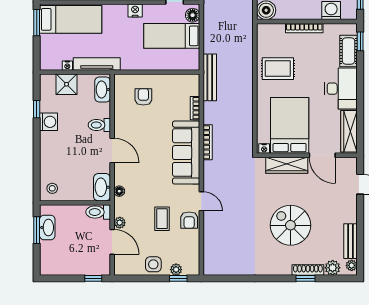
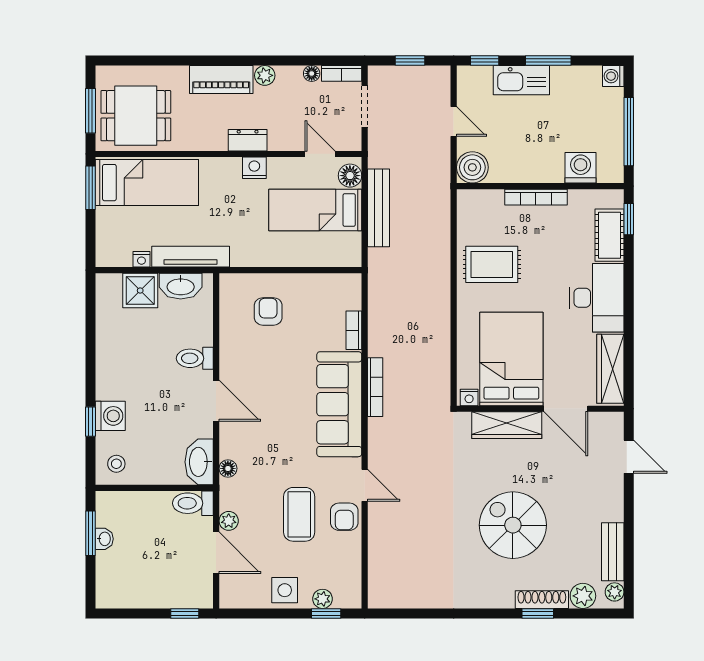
bench: (210, 77) -> (378, 208), moved
washbasin: (103, 89) -> (181, 286), moved, turned -90
window: (37, 109) -> (91, 422), moved
washing machine: (49, 122) -> (110, 416), moved
coffee table: (162, 219) -> (299, 514), width x1.36, depth x1.30
washbasin: (47, 228) -> (104, 539), width x0.52, depth x0.69

